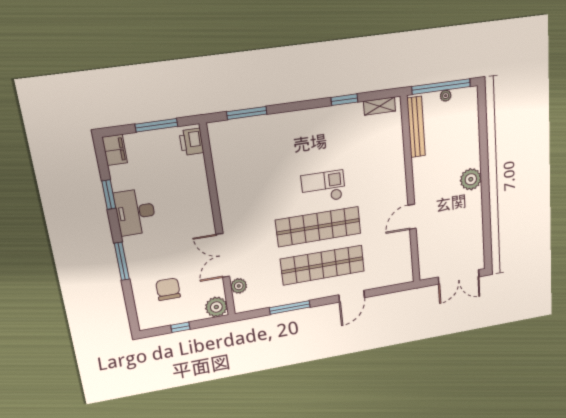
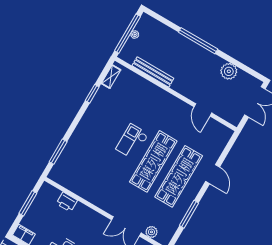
bench: (416, 127) -> (153, 72), moved
printer: (191, 142) -> (67, 202), moved
window: (485, 170) -> (198, 41), added
plant: (471, 179) -> (229, 71), moved
door: (412, 217) -> (203, 110), moved

